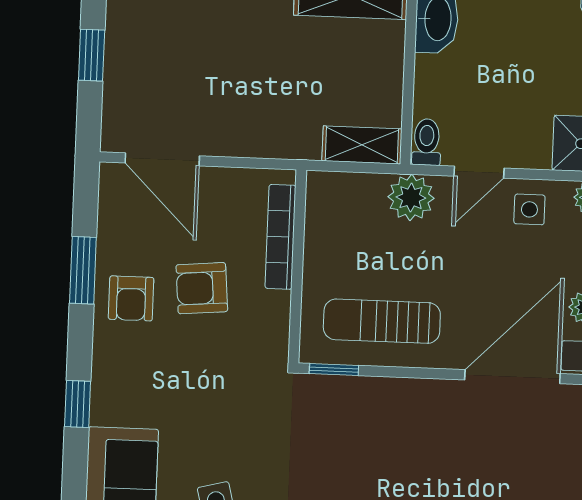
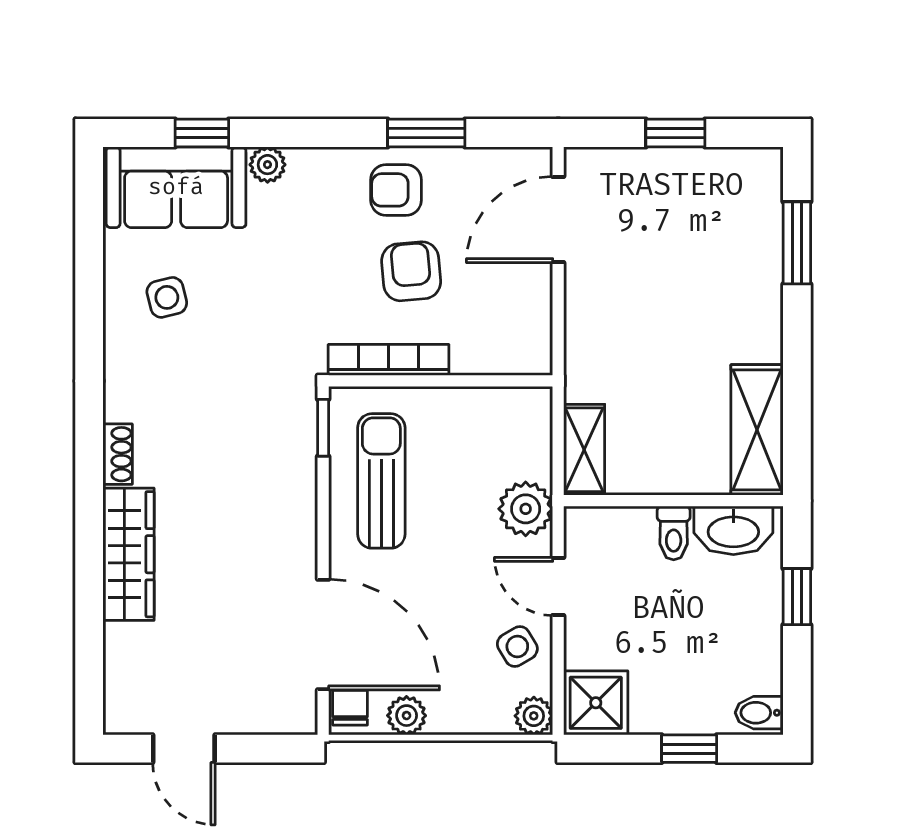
toilet: (427, 142) -> (674, 533), moved, turned 90
side table: (529, 209) -> (517, 646), turned -31
bookcase: (281, 237) -> (389, 360), moved
window: (78, 404) -> (202, 133), moved
plant: (105, 408) -> (267, 165), added

